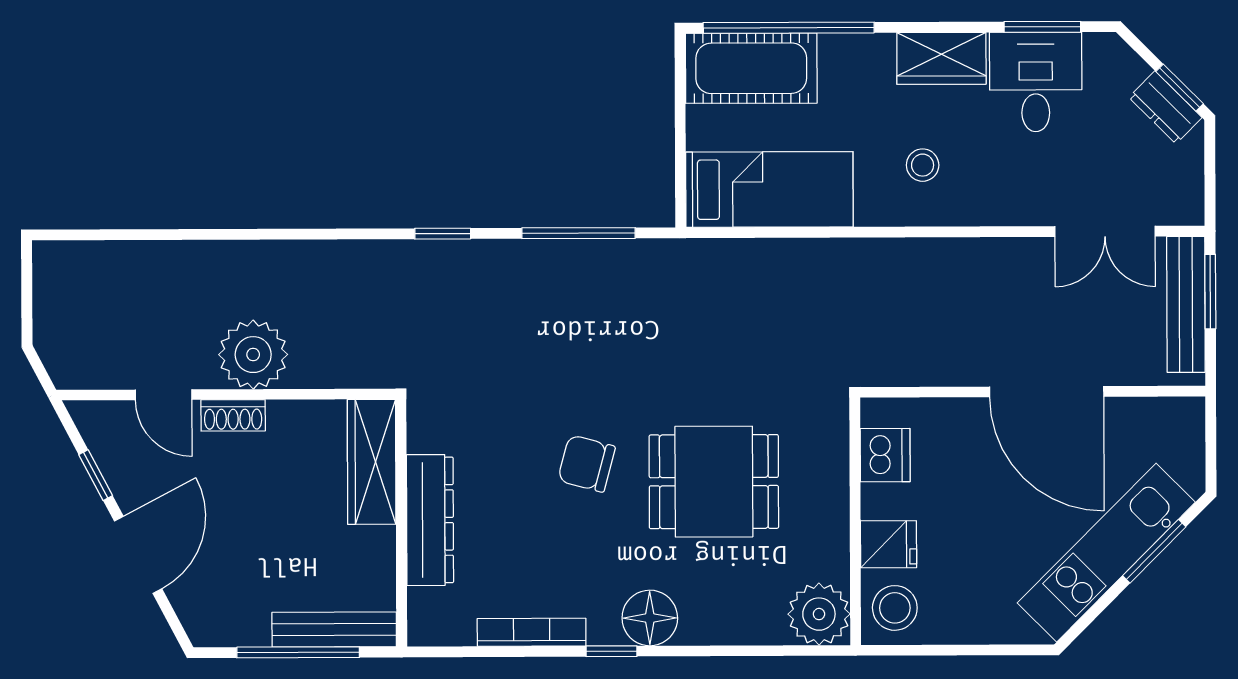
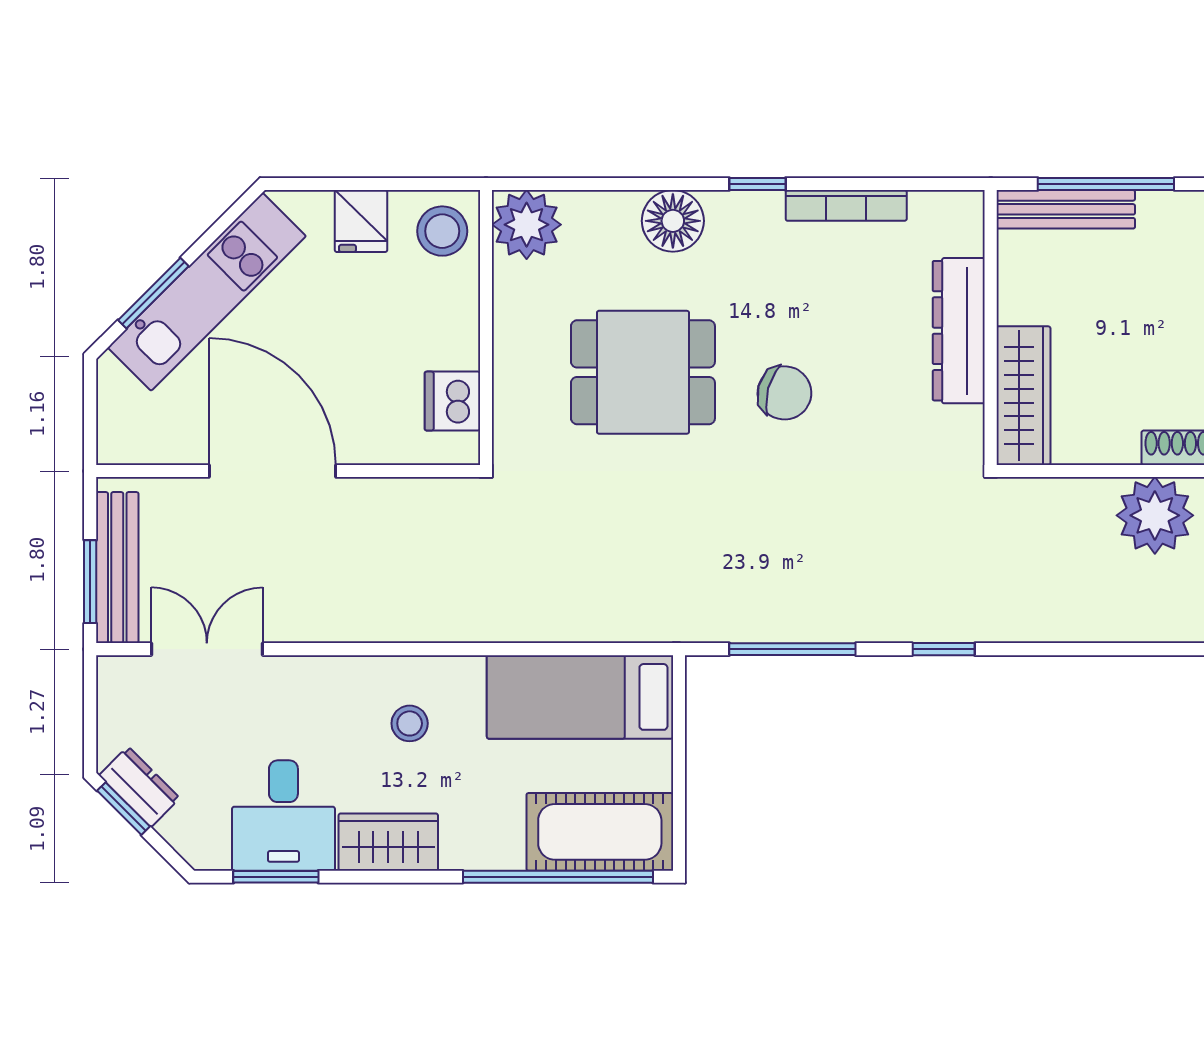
fridge: (889, 544) -> (361, 221), moved, turned -90
floor lamp: (650, 618) -> (673, 221), moved

